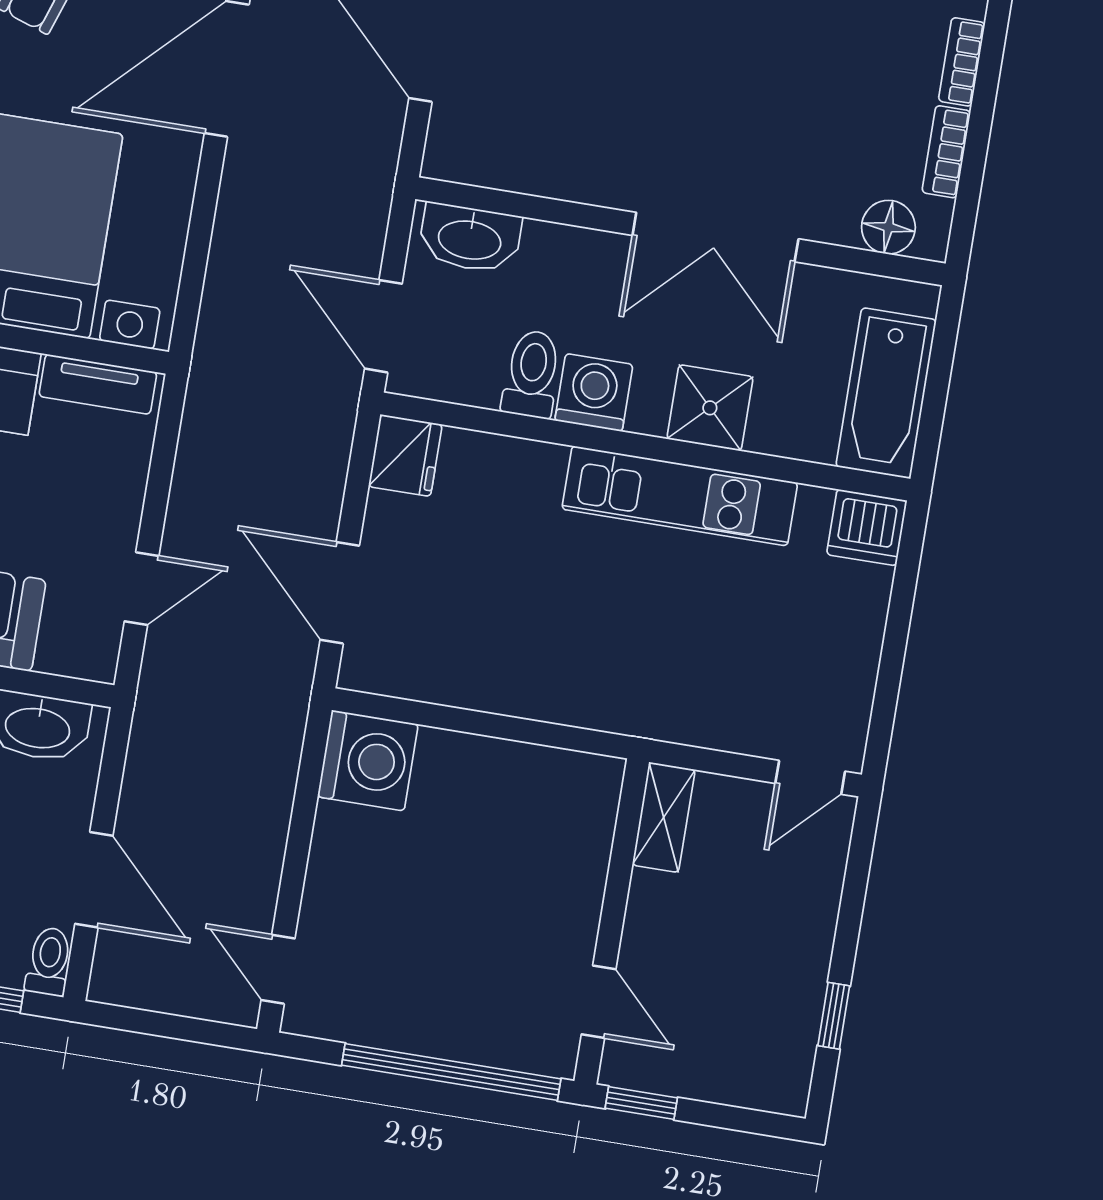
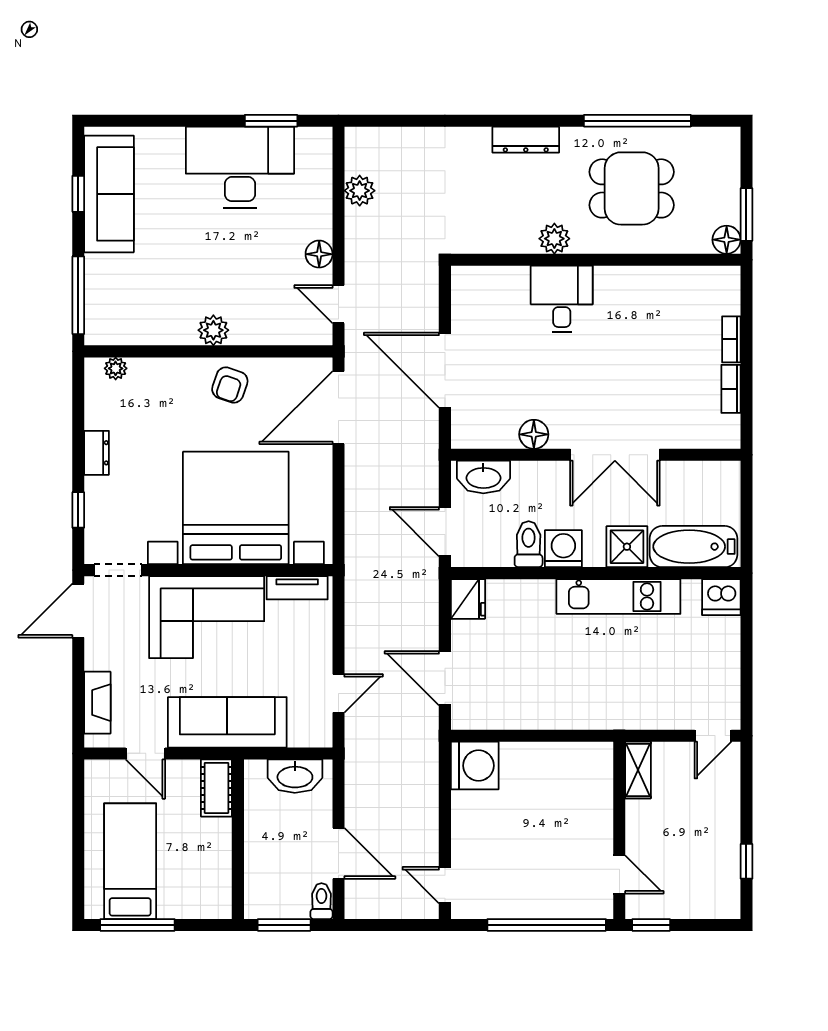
floor lamp: (888, 227) -> (534, 434), moved
bathtub: (886, 393) -> (694, 547), moved, turned 90

